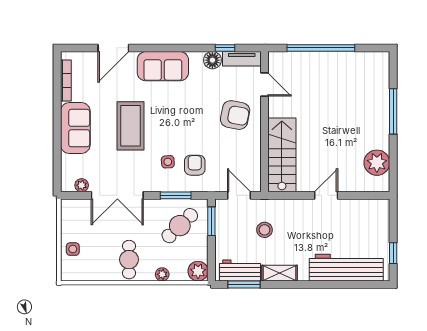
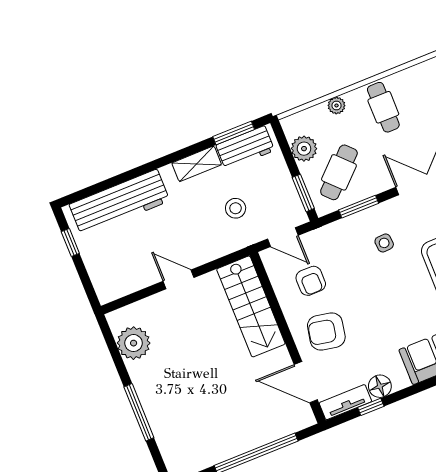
door: (265, 85) -> (306, 382), width x1.38
armchair: (195, 165) -> (311, 281), moved
door: (326, 195) -> (178, 279), swing flipped
plant: (198, 271) -> (304, 149), moved

